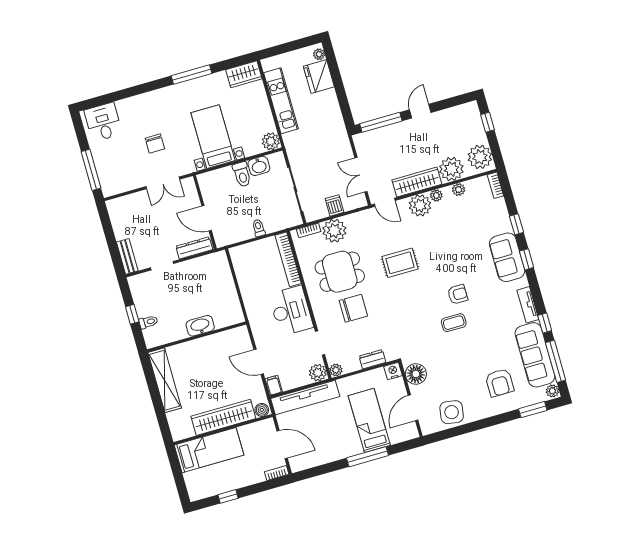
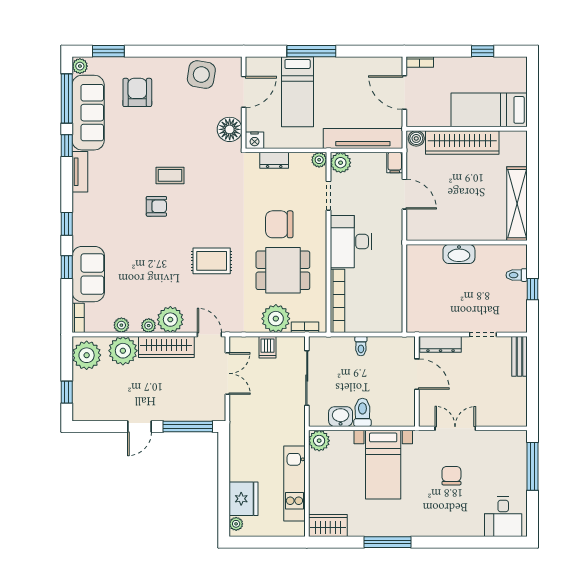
sofa: (507, 257) -> (88, 274), moved
armchair: (458, 294) -> (156, 206), turned 180

